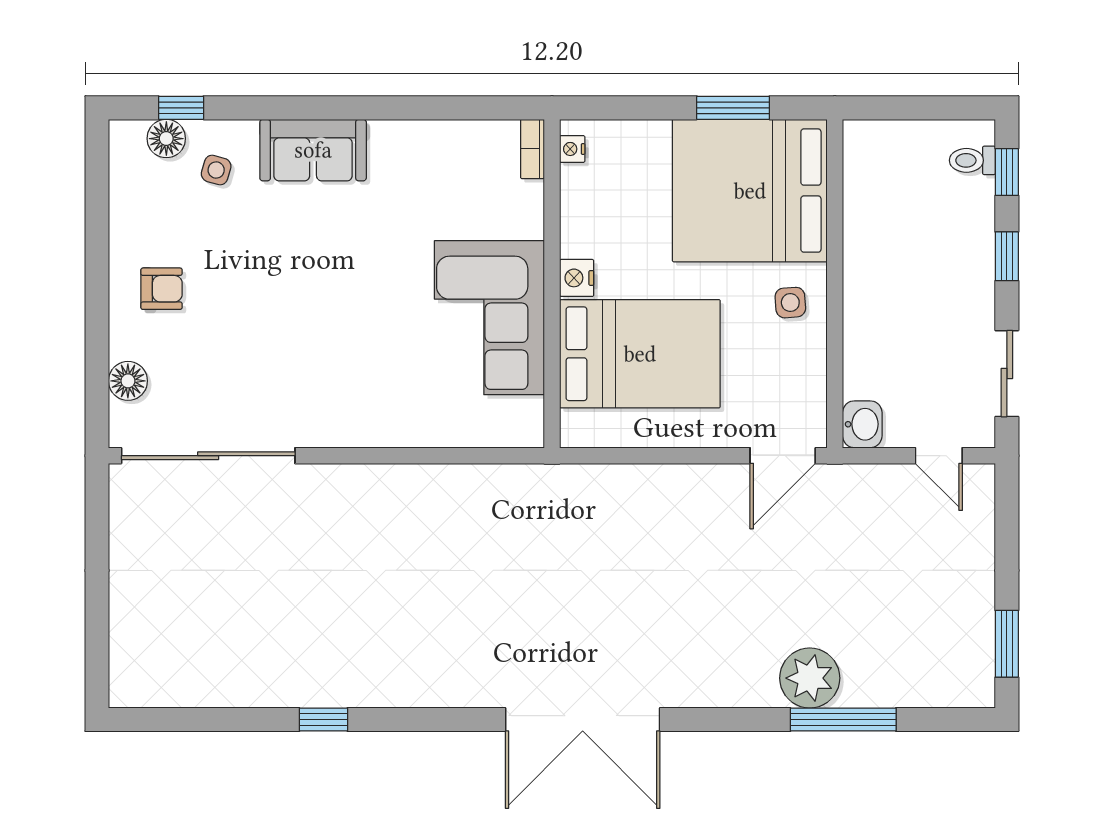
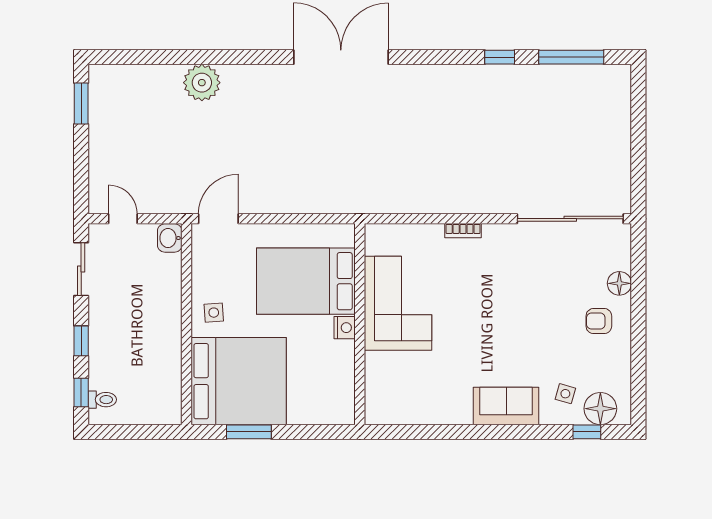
floor lamp: (166, 139) -> (600, 409), width x1.38, depth x1.38
bookcase: (532, 149) -> (463, 231), moved, turned 90
nightstand: (572, 149) -> (347, 407), removed
floor lamp: (128, 381) -> (619, 283), moved
window: (843, 719) -> (571, 57), moved

